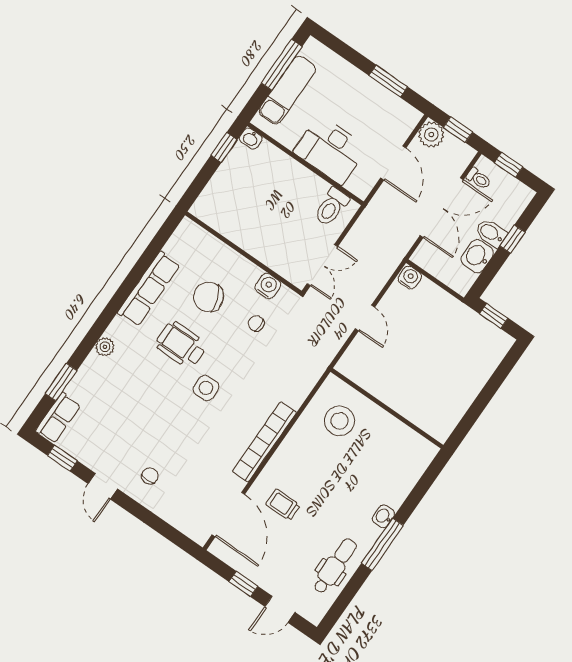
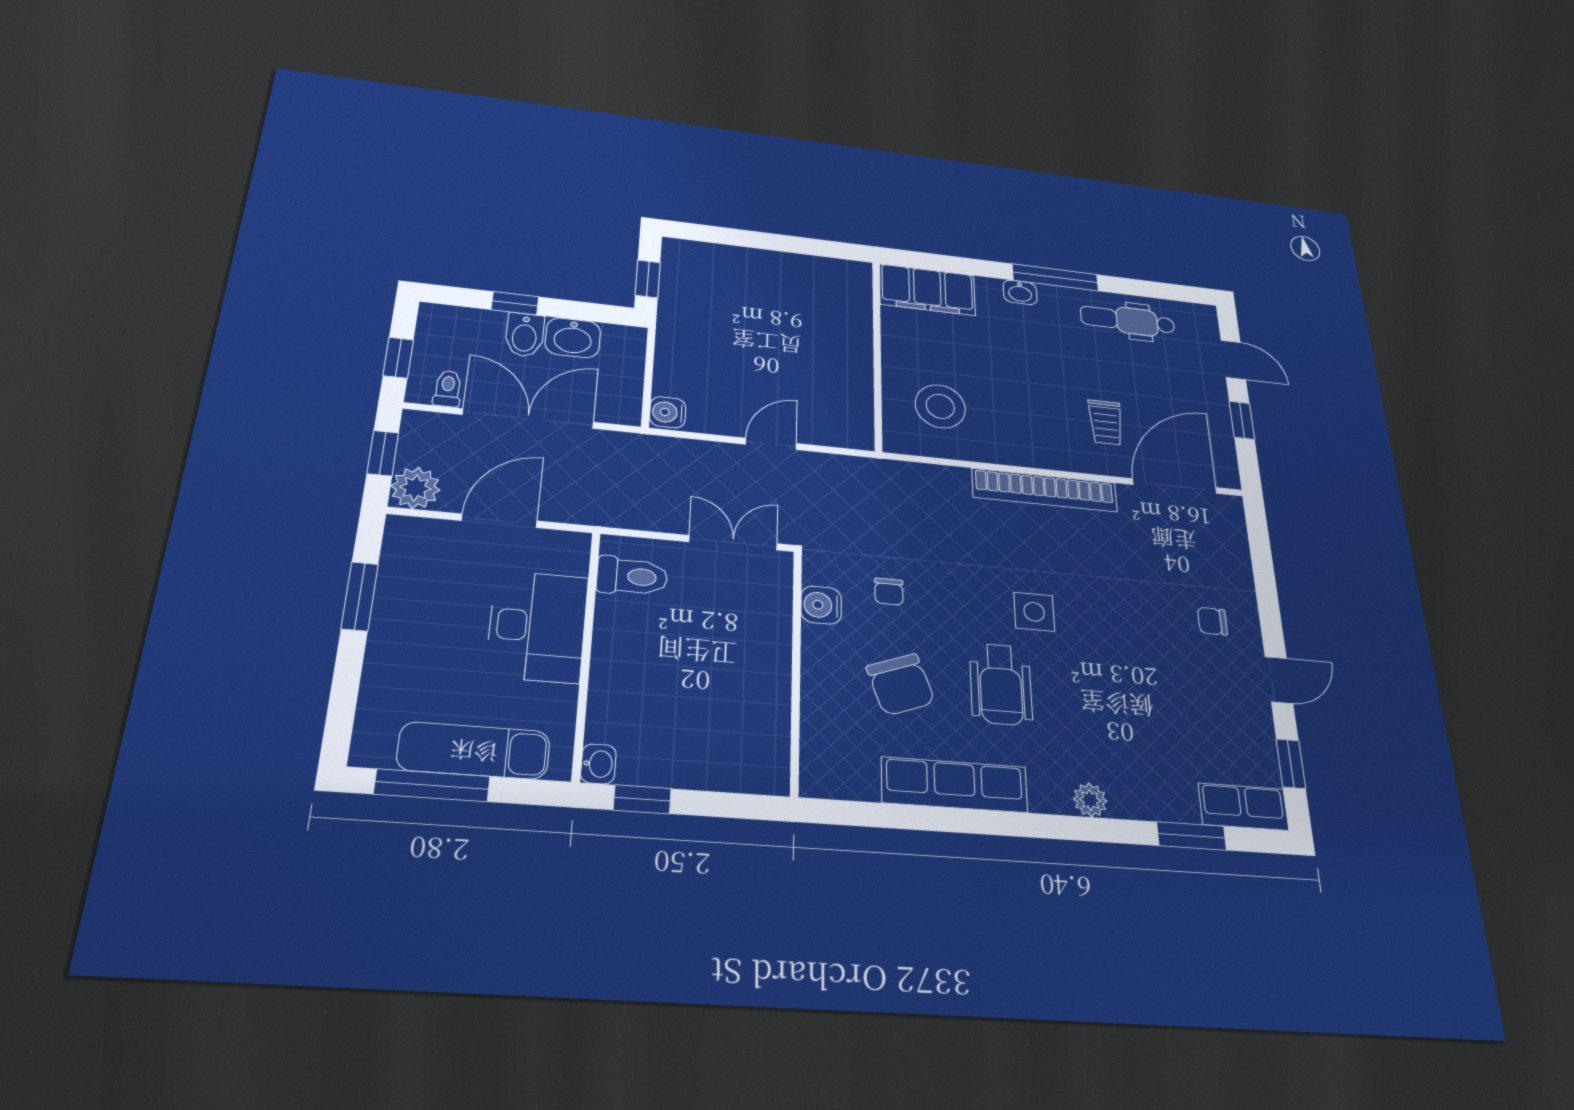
filing cabinet: (412, 464) -> (927, 290), added

